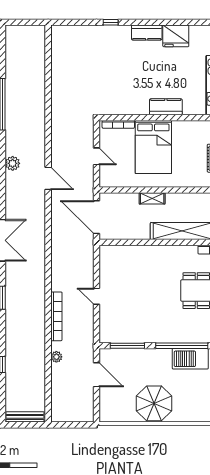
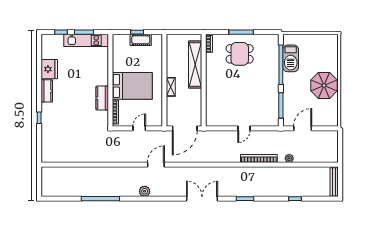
kitchen counter: (166, 107) -> (102, 98), moved

